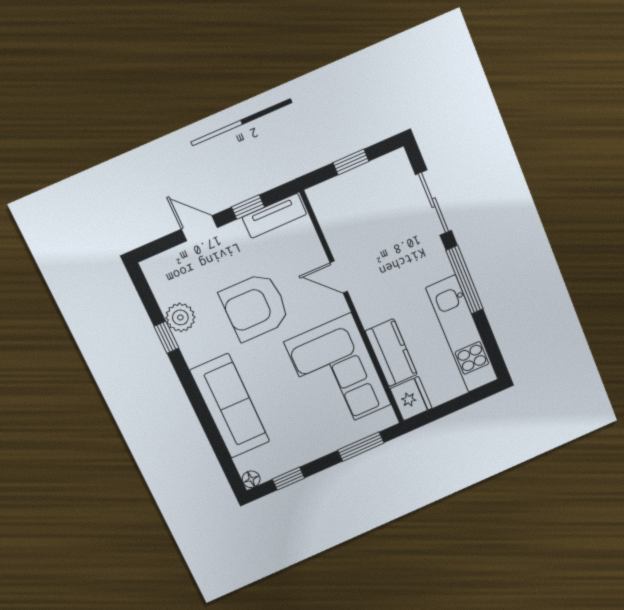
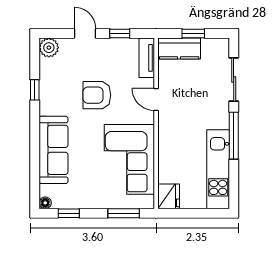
tv unit: (274, 216) -> (147, 58), moved, turned 90
armchair: (255, 307) -> (97, 95), width x0.73, depth x0.73
plant: (180, 317) -> (49, 48), moved
kitchen counter: (391, 353) -> (179, 49), moved, turned 90

